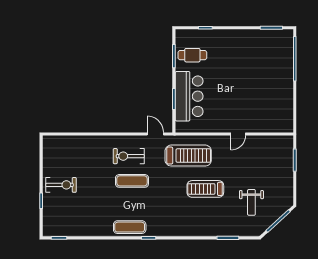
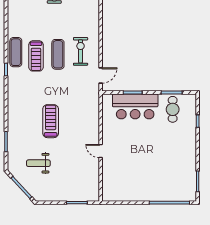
treadmill: (188, 156) -> (36, 56), moved, width x0.73, depth x0.73

